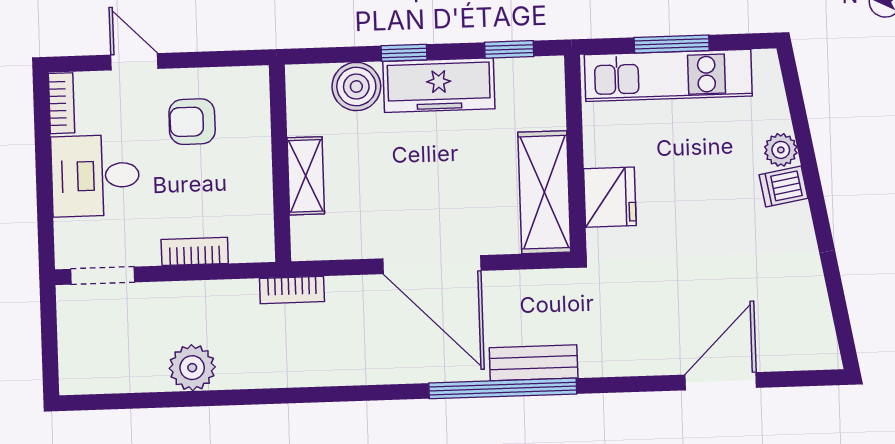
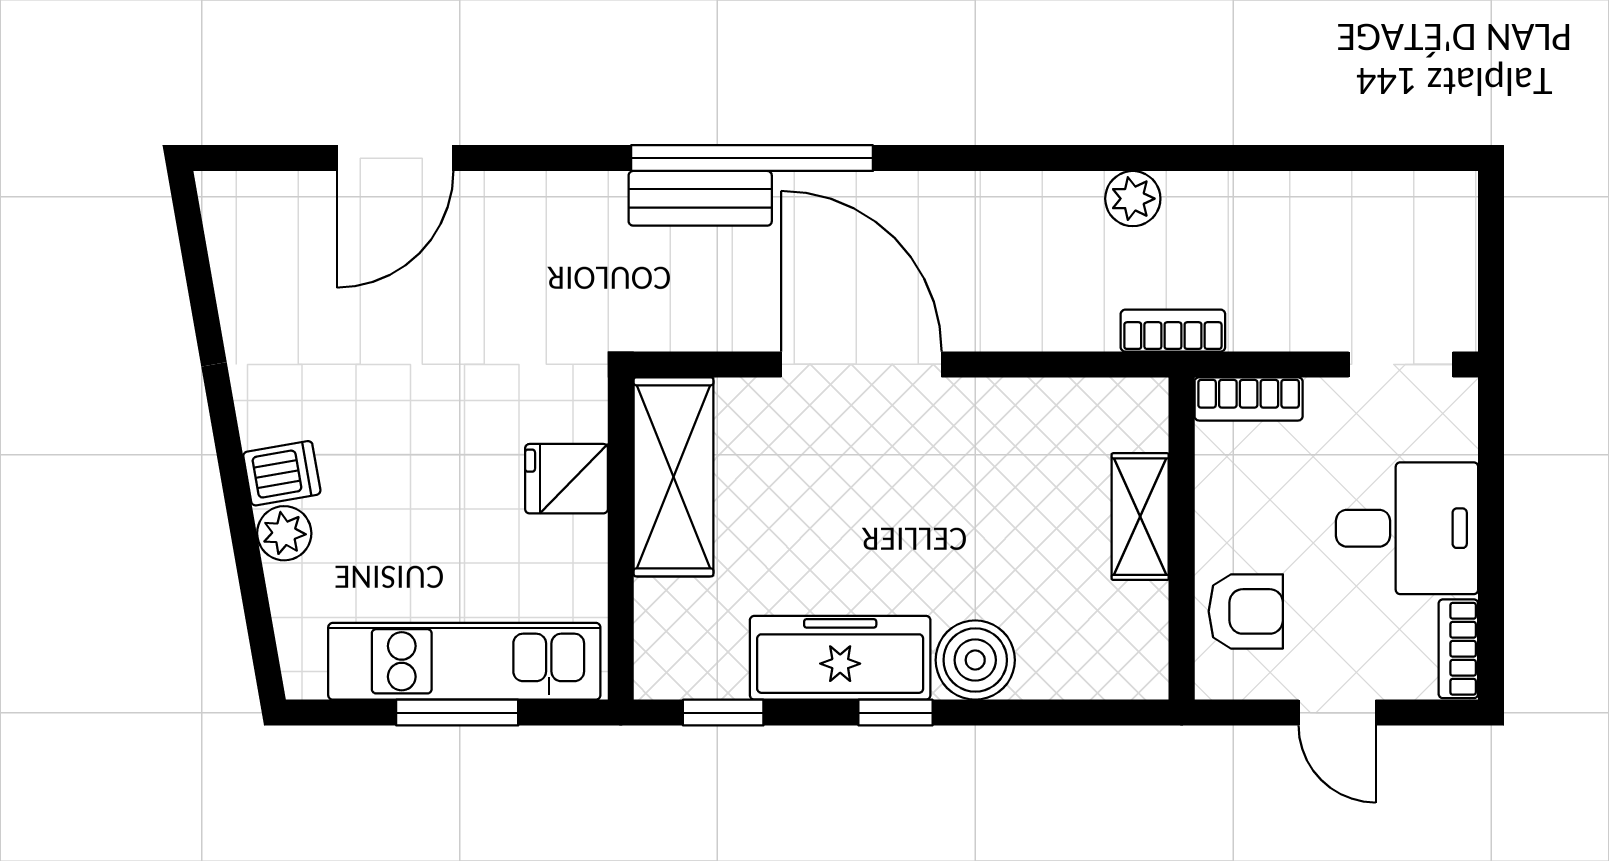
wall: (280, 163) -> (1182, 538), moved
shelving: (306, 176) -> (1140, 517), moved
fridge: (610, 197) -> (566, 479), width x0.72
bookcase: (292, 290) -> (1173, 331), moved
plant: (192, 368) -> (1133, 199), moved, width x0.73, depth x0.73

